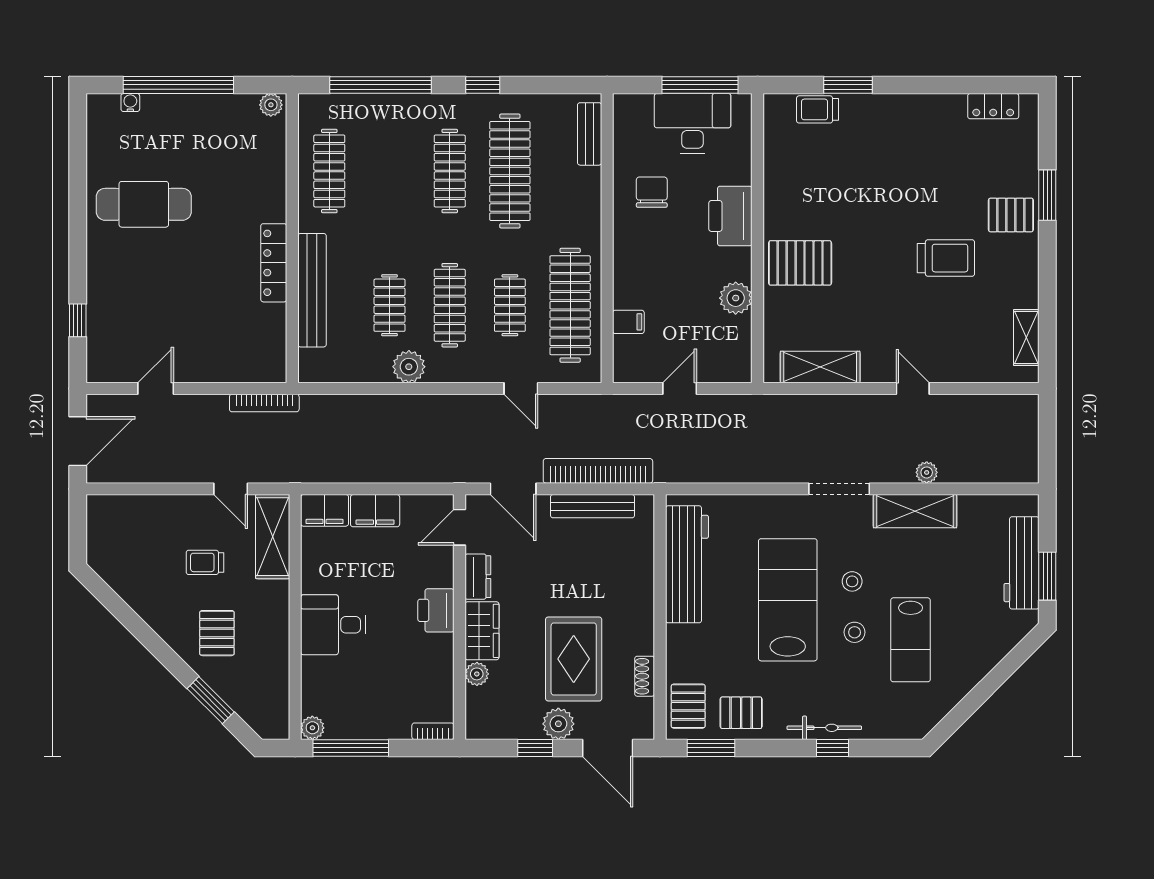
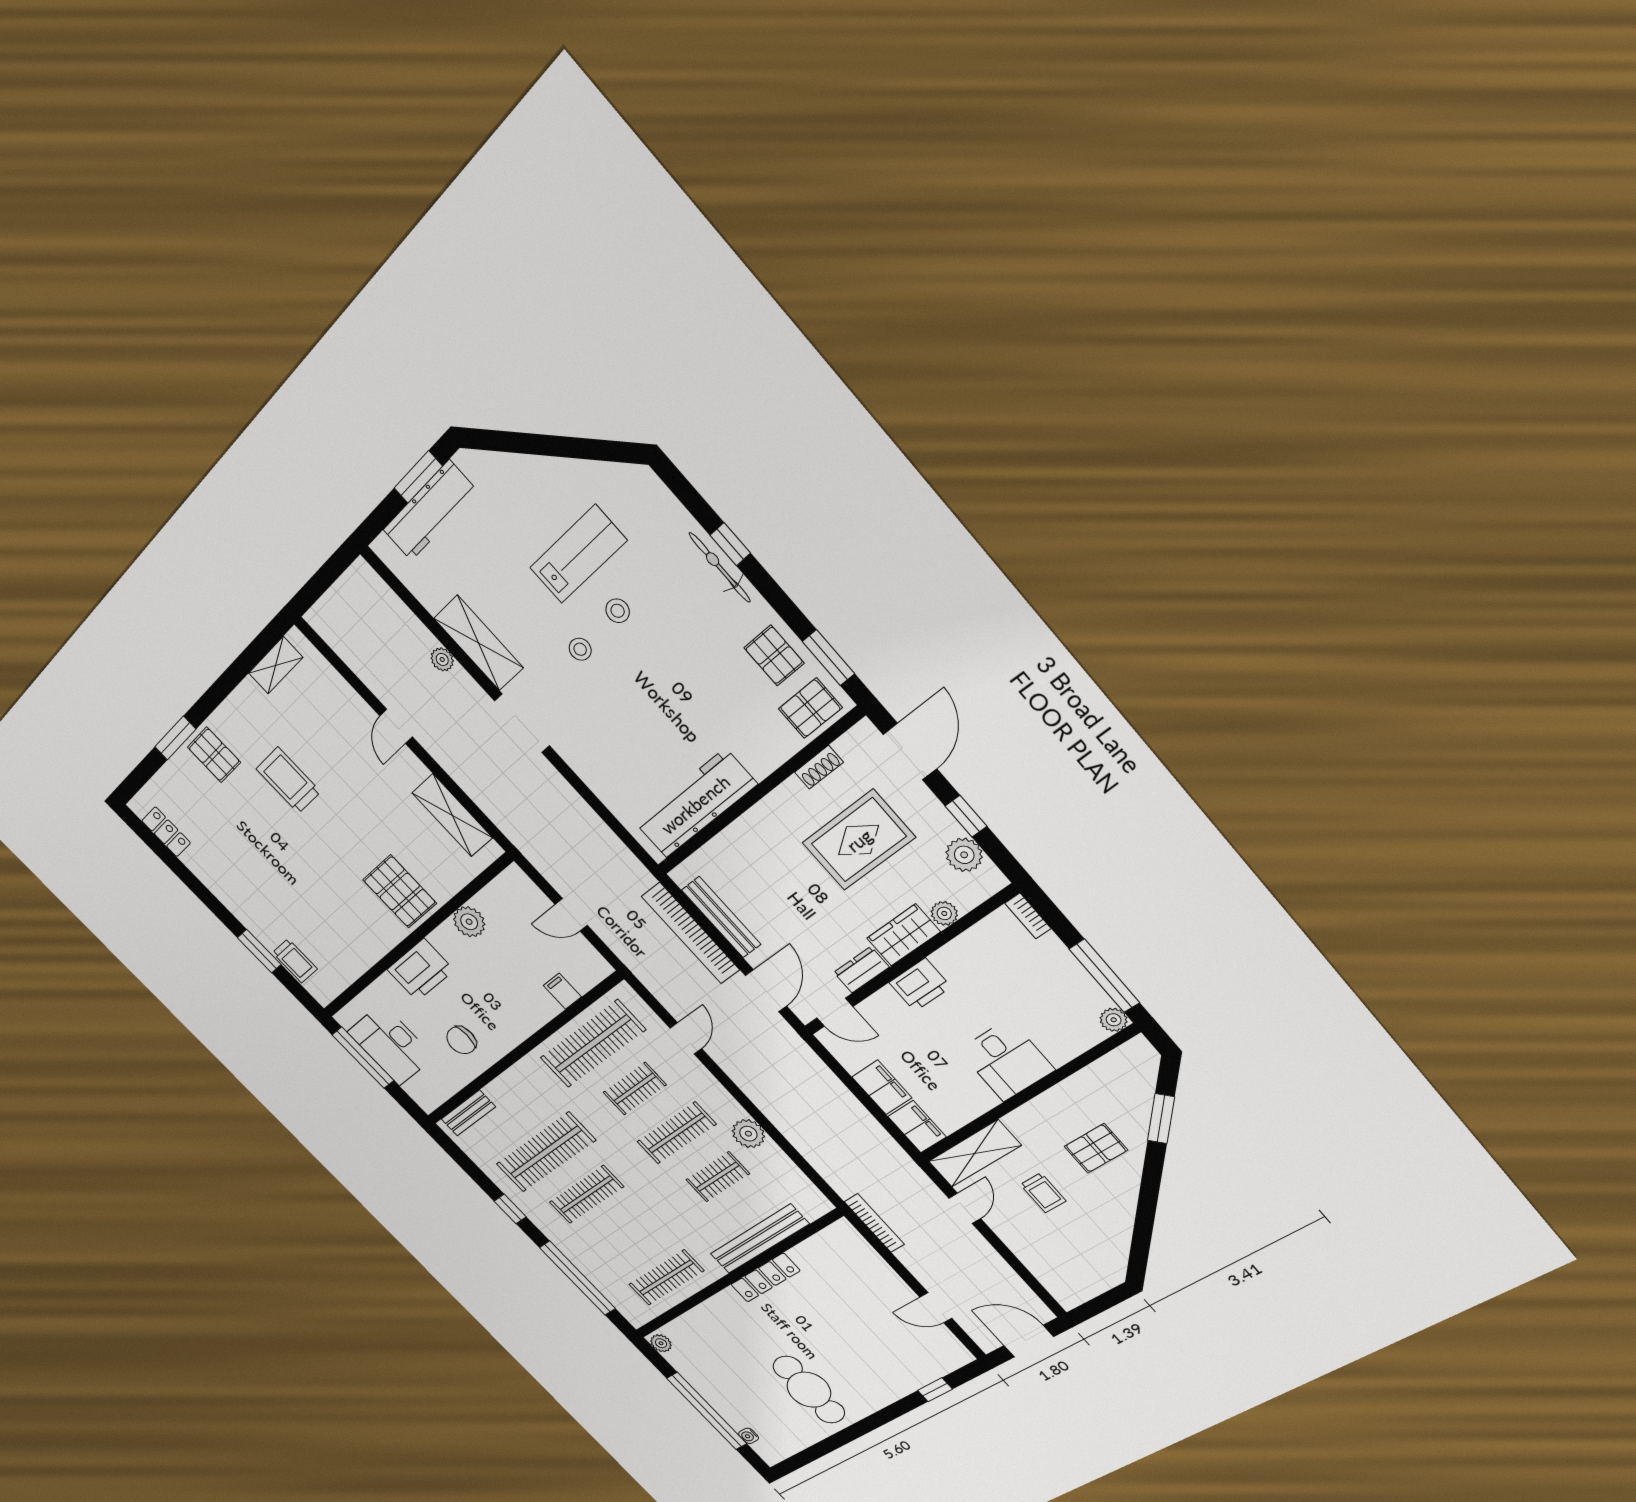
lab bench: (788, 600) -> (645, 693), removed
plant: (558, 724) -> (964, 855), moved

